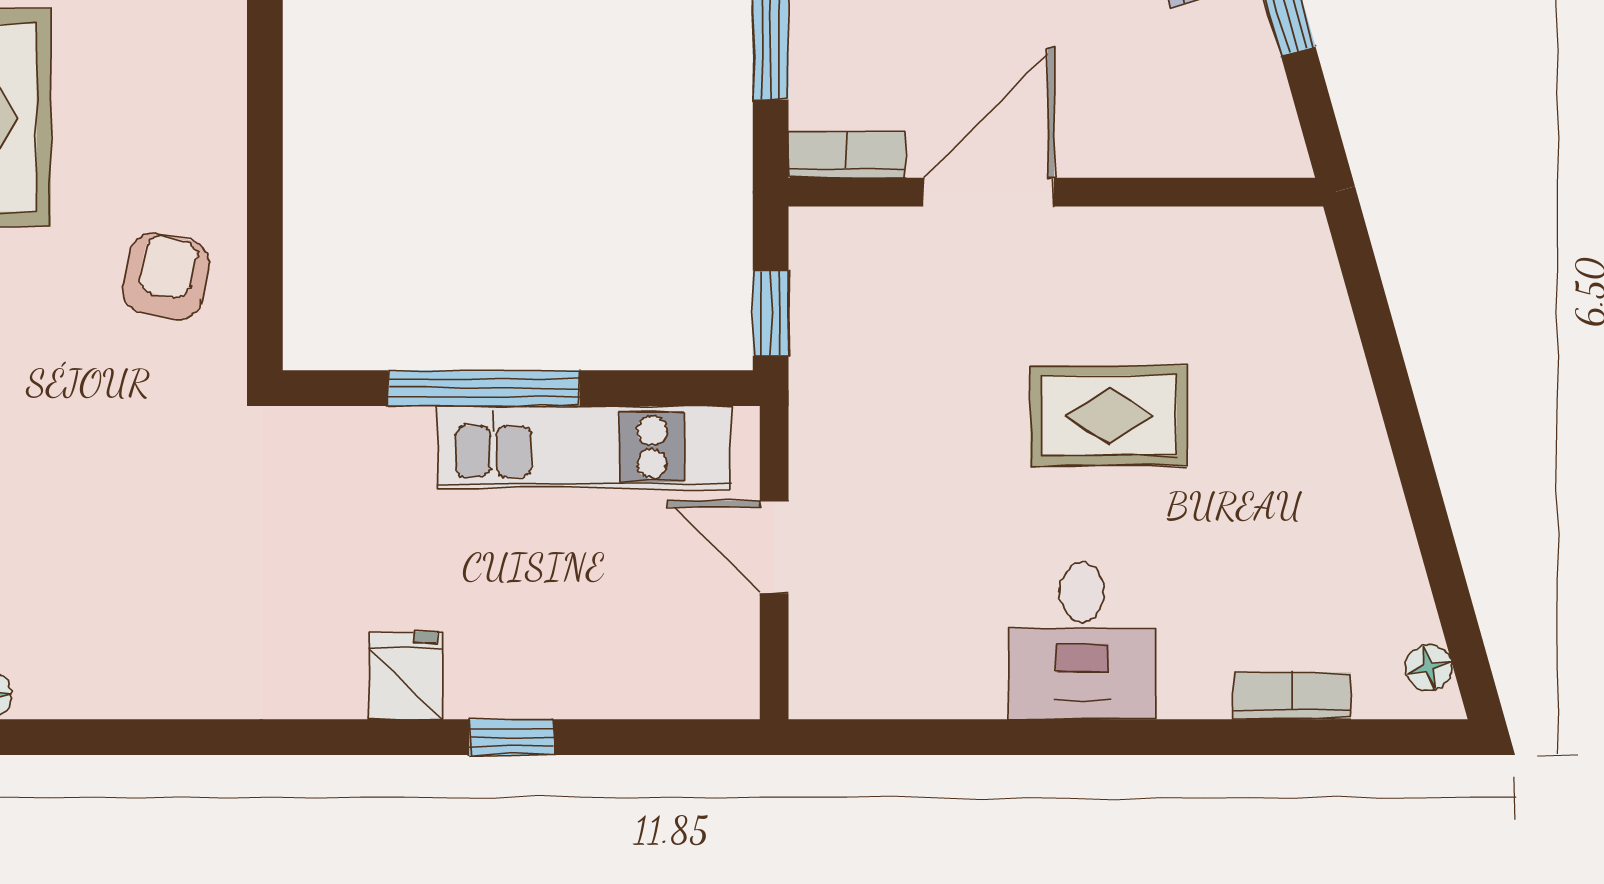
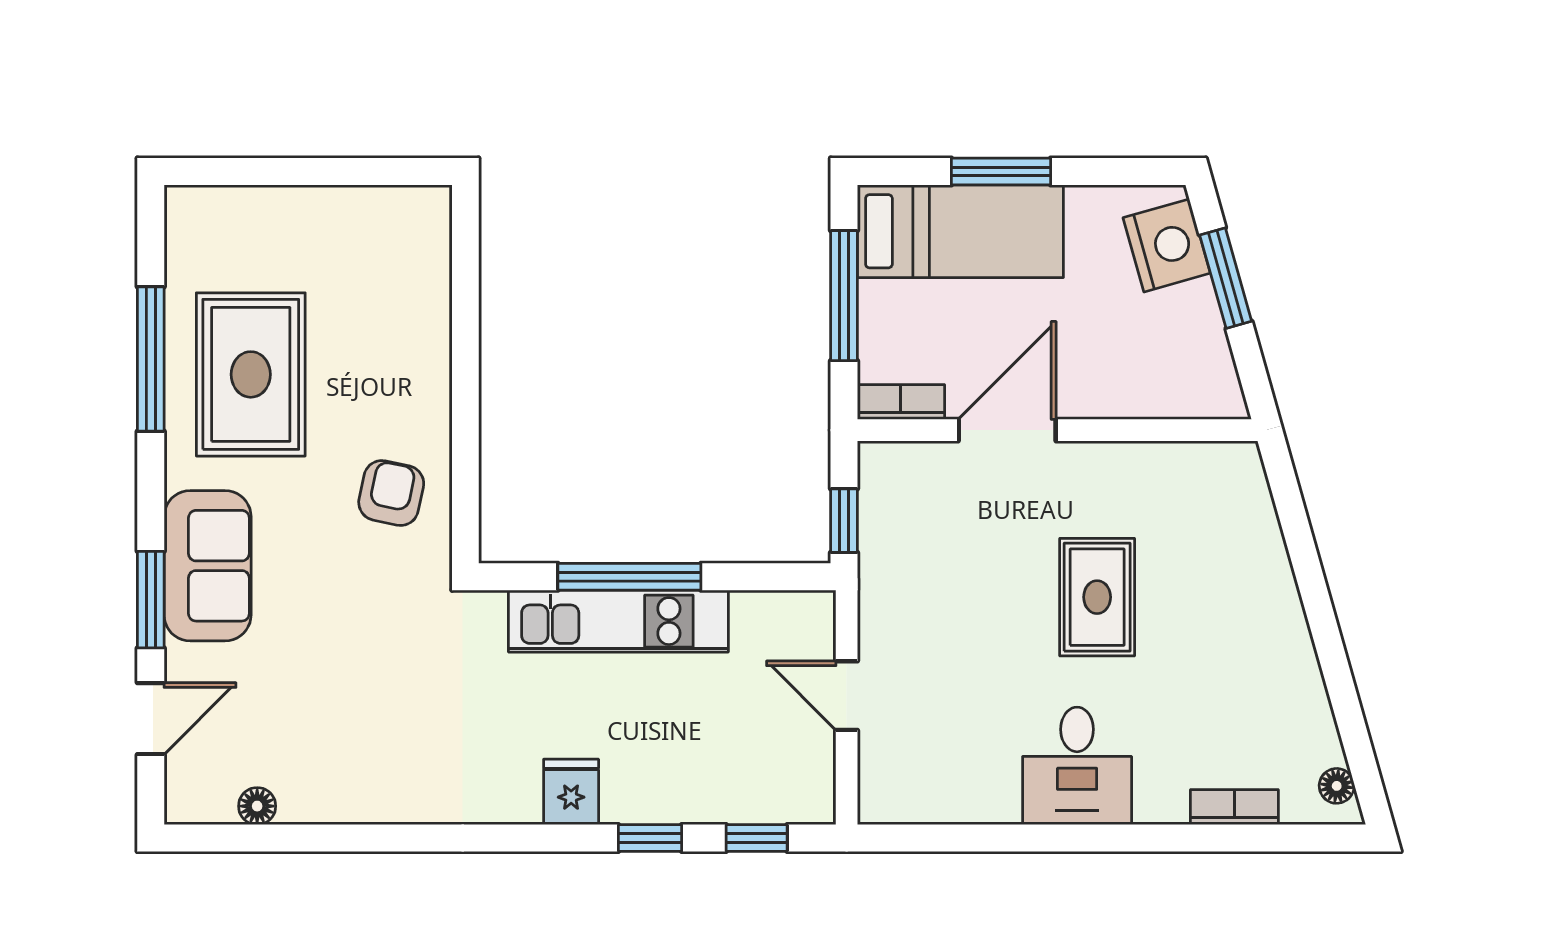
rug: (1109, 415) -> (1097, 597), turned 90
kitchen unit: (584, 447) -> (618, 621), moved
window: (654, 737) -> (757, 838), added

